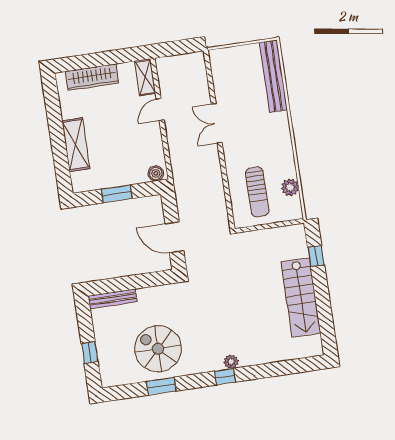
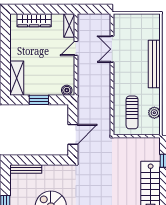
bench: (273, 76) -> (154, 64), moved
double door: (217, 123) -> (112, 49), moved
shelving: (76, 145) -> (17, 78), moved
door: (174, 237) -> (73, 134), swing flipped

